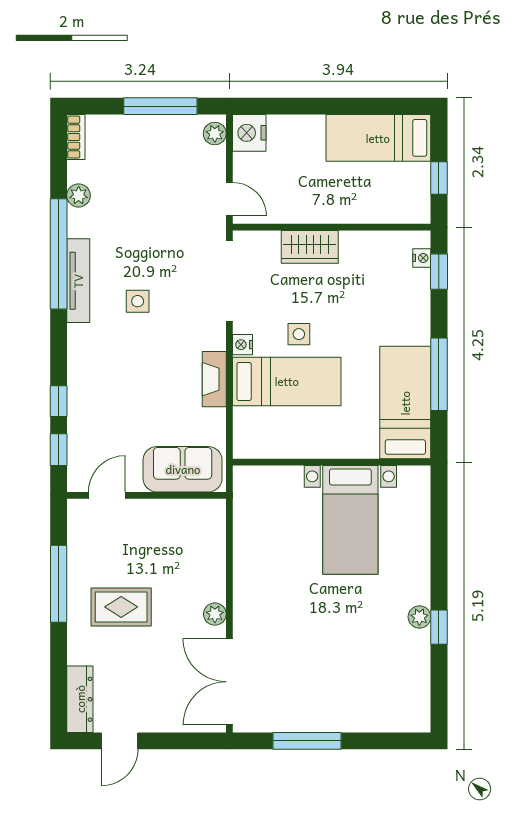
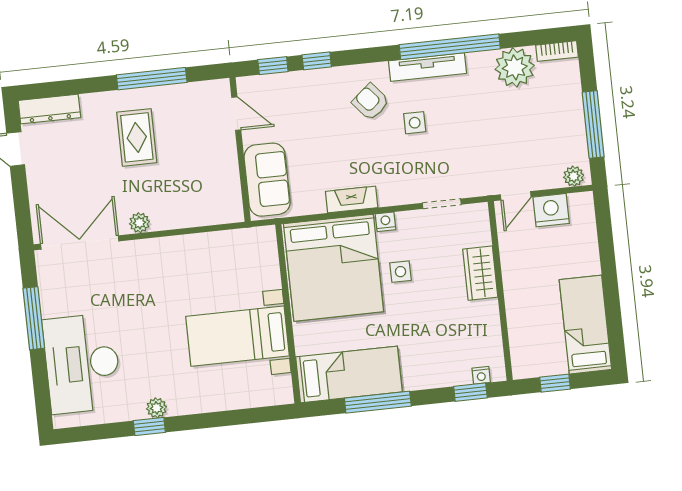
nightstand: (249, 133) -> (551, 210), moved
plant: (79, 195) -> (515, 67), width x1.87, depth x1.87
doorway: (229, 281) -> (442, 204), width x0.53
armchair: (110, 347) -> (371, 102), added
bed: (287, 381) -> (334, 268), width x2.04
desk: (362, 693) -> (82, 363), added

